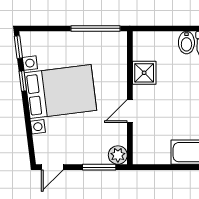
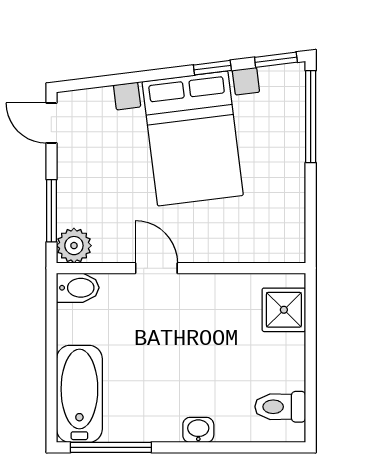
window: (95, 28) -> (311, 117), moved
bidet: (186, 43) -> (78, 288), moved, turned 180
shower: (144, 73) -> (284, 310), moved

